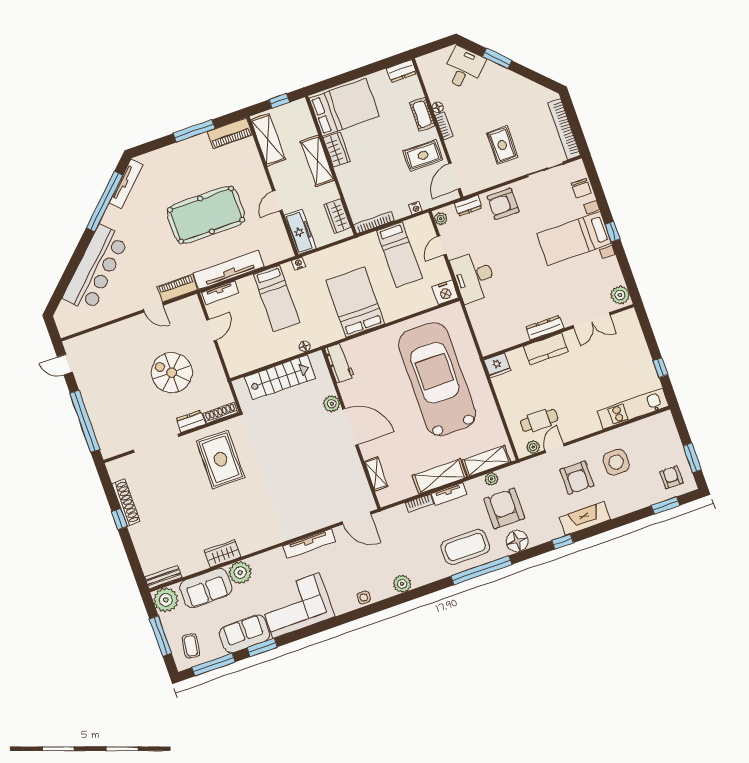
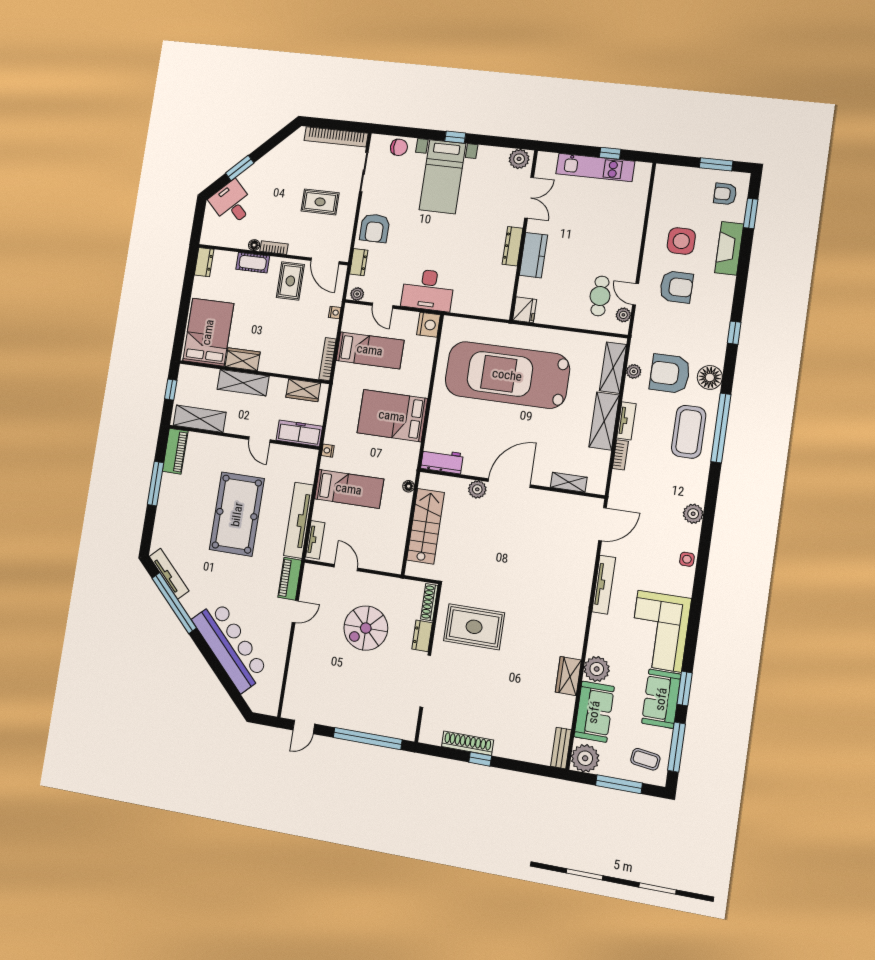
kitchen unit: (633, 409) -> (595, 167), moved, turned -90
fireplace: (585, 518) -> (729, 248), moved

